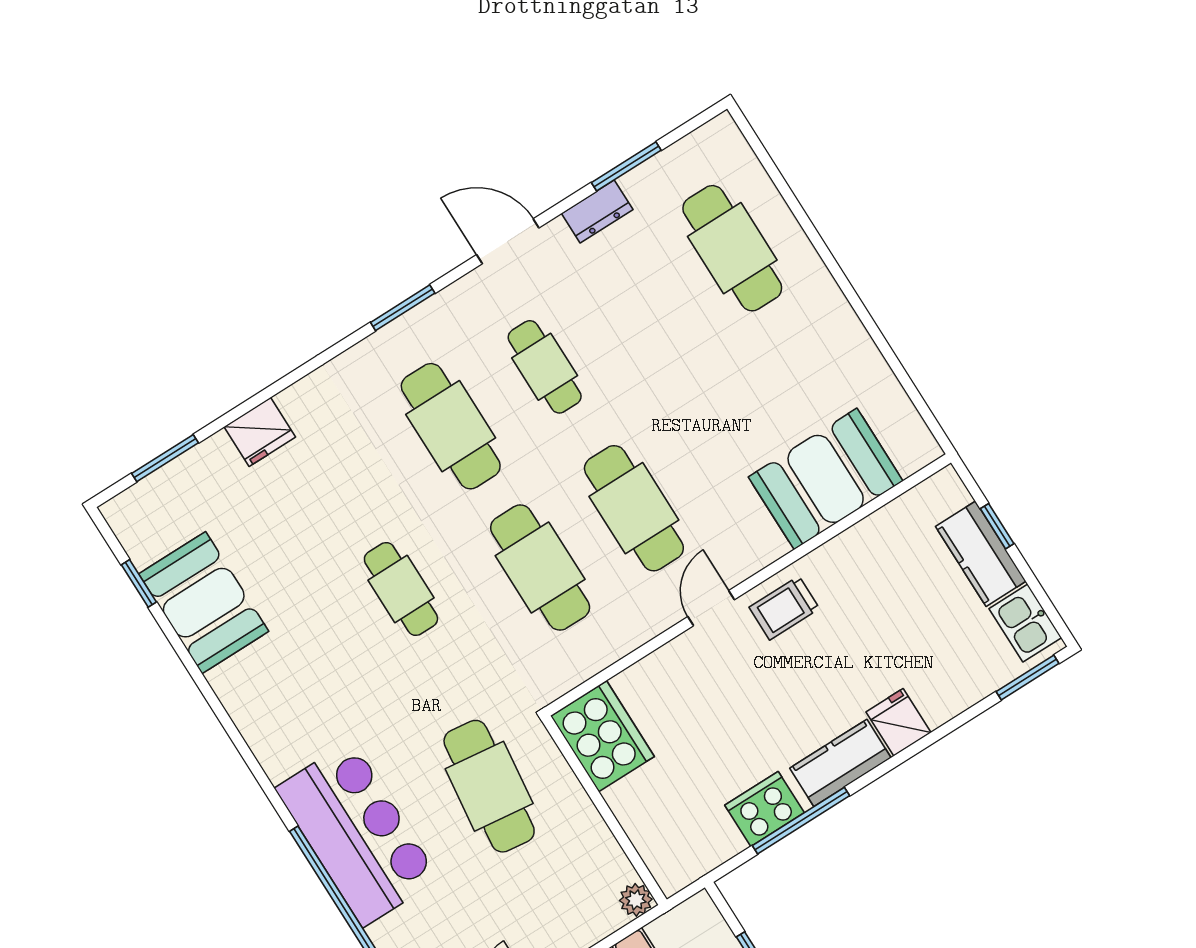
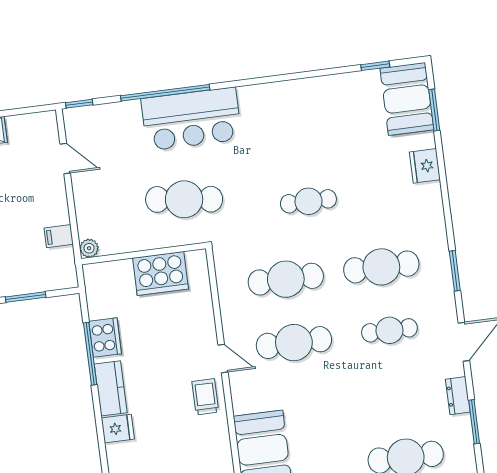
booth: (204, 603) -> (407, 99), moved, turned 90
cooker: (603, 736) -> (161, 273), moved

